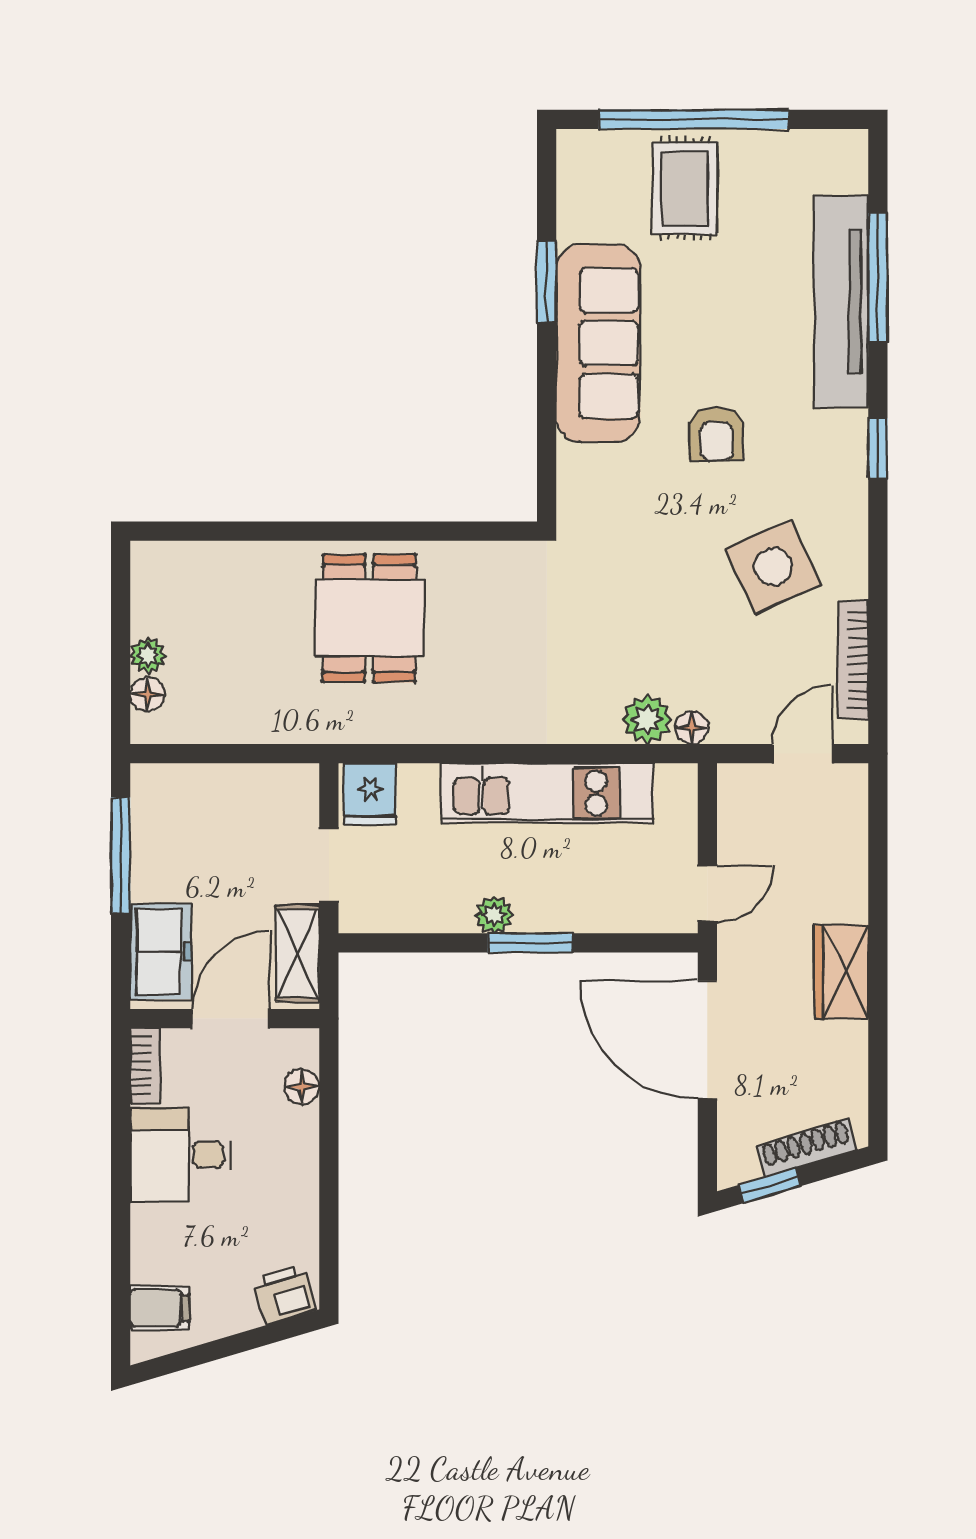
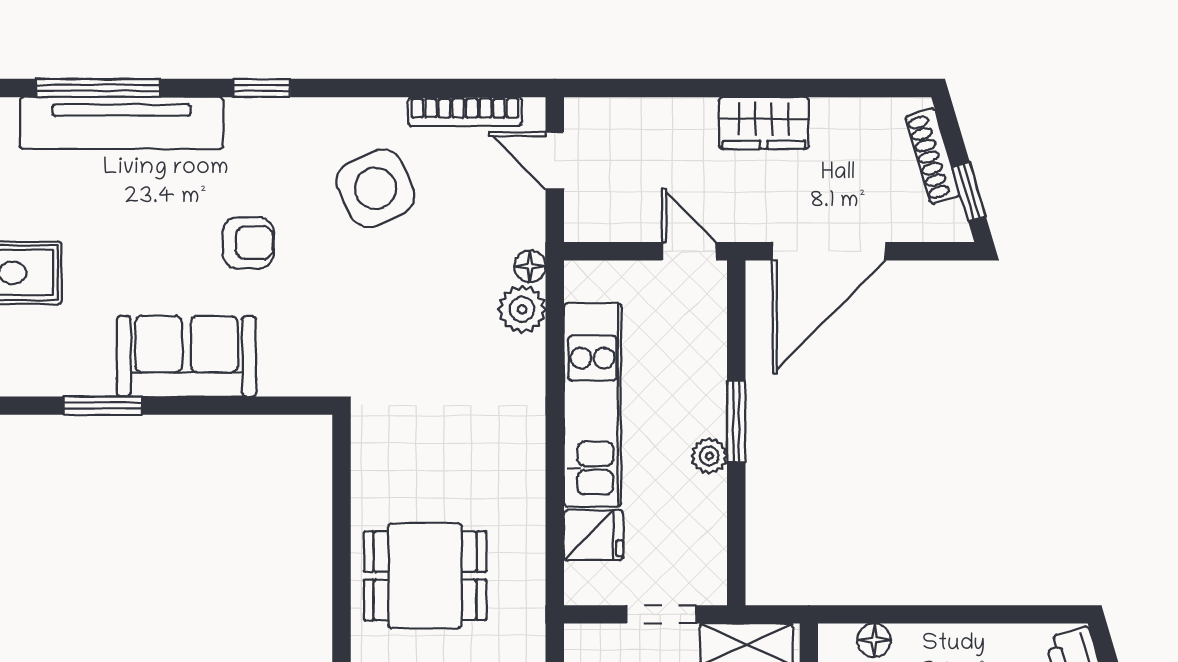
sofa: (598, 343) -> (186, 356), width x0.73
fridge: (370, 794) -> (594, 535), moved

